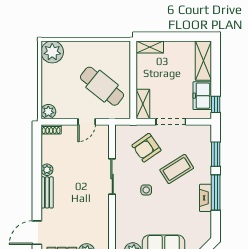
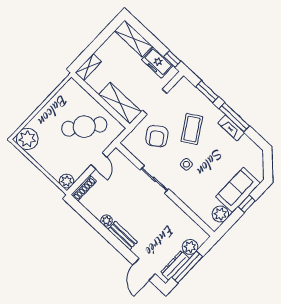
shelving: (143, 104) -> (120, 103), width x1.50, depth x1.33
shoe rack: (51, 129) -> (84, 188), width x1.43

